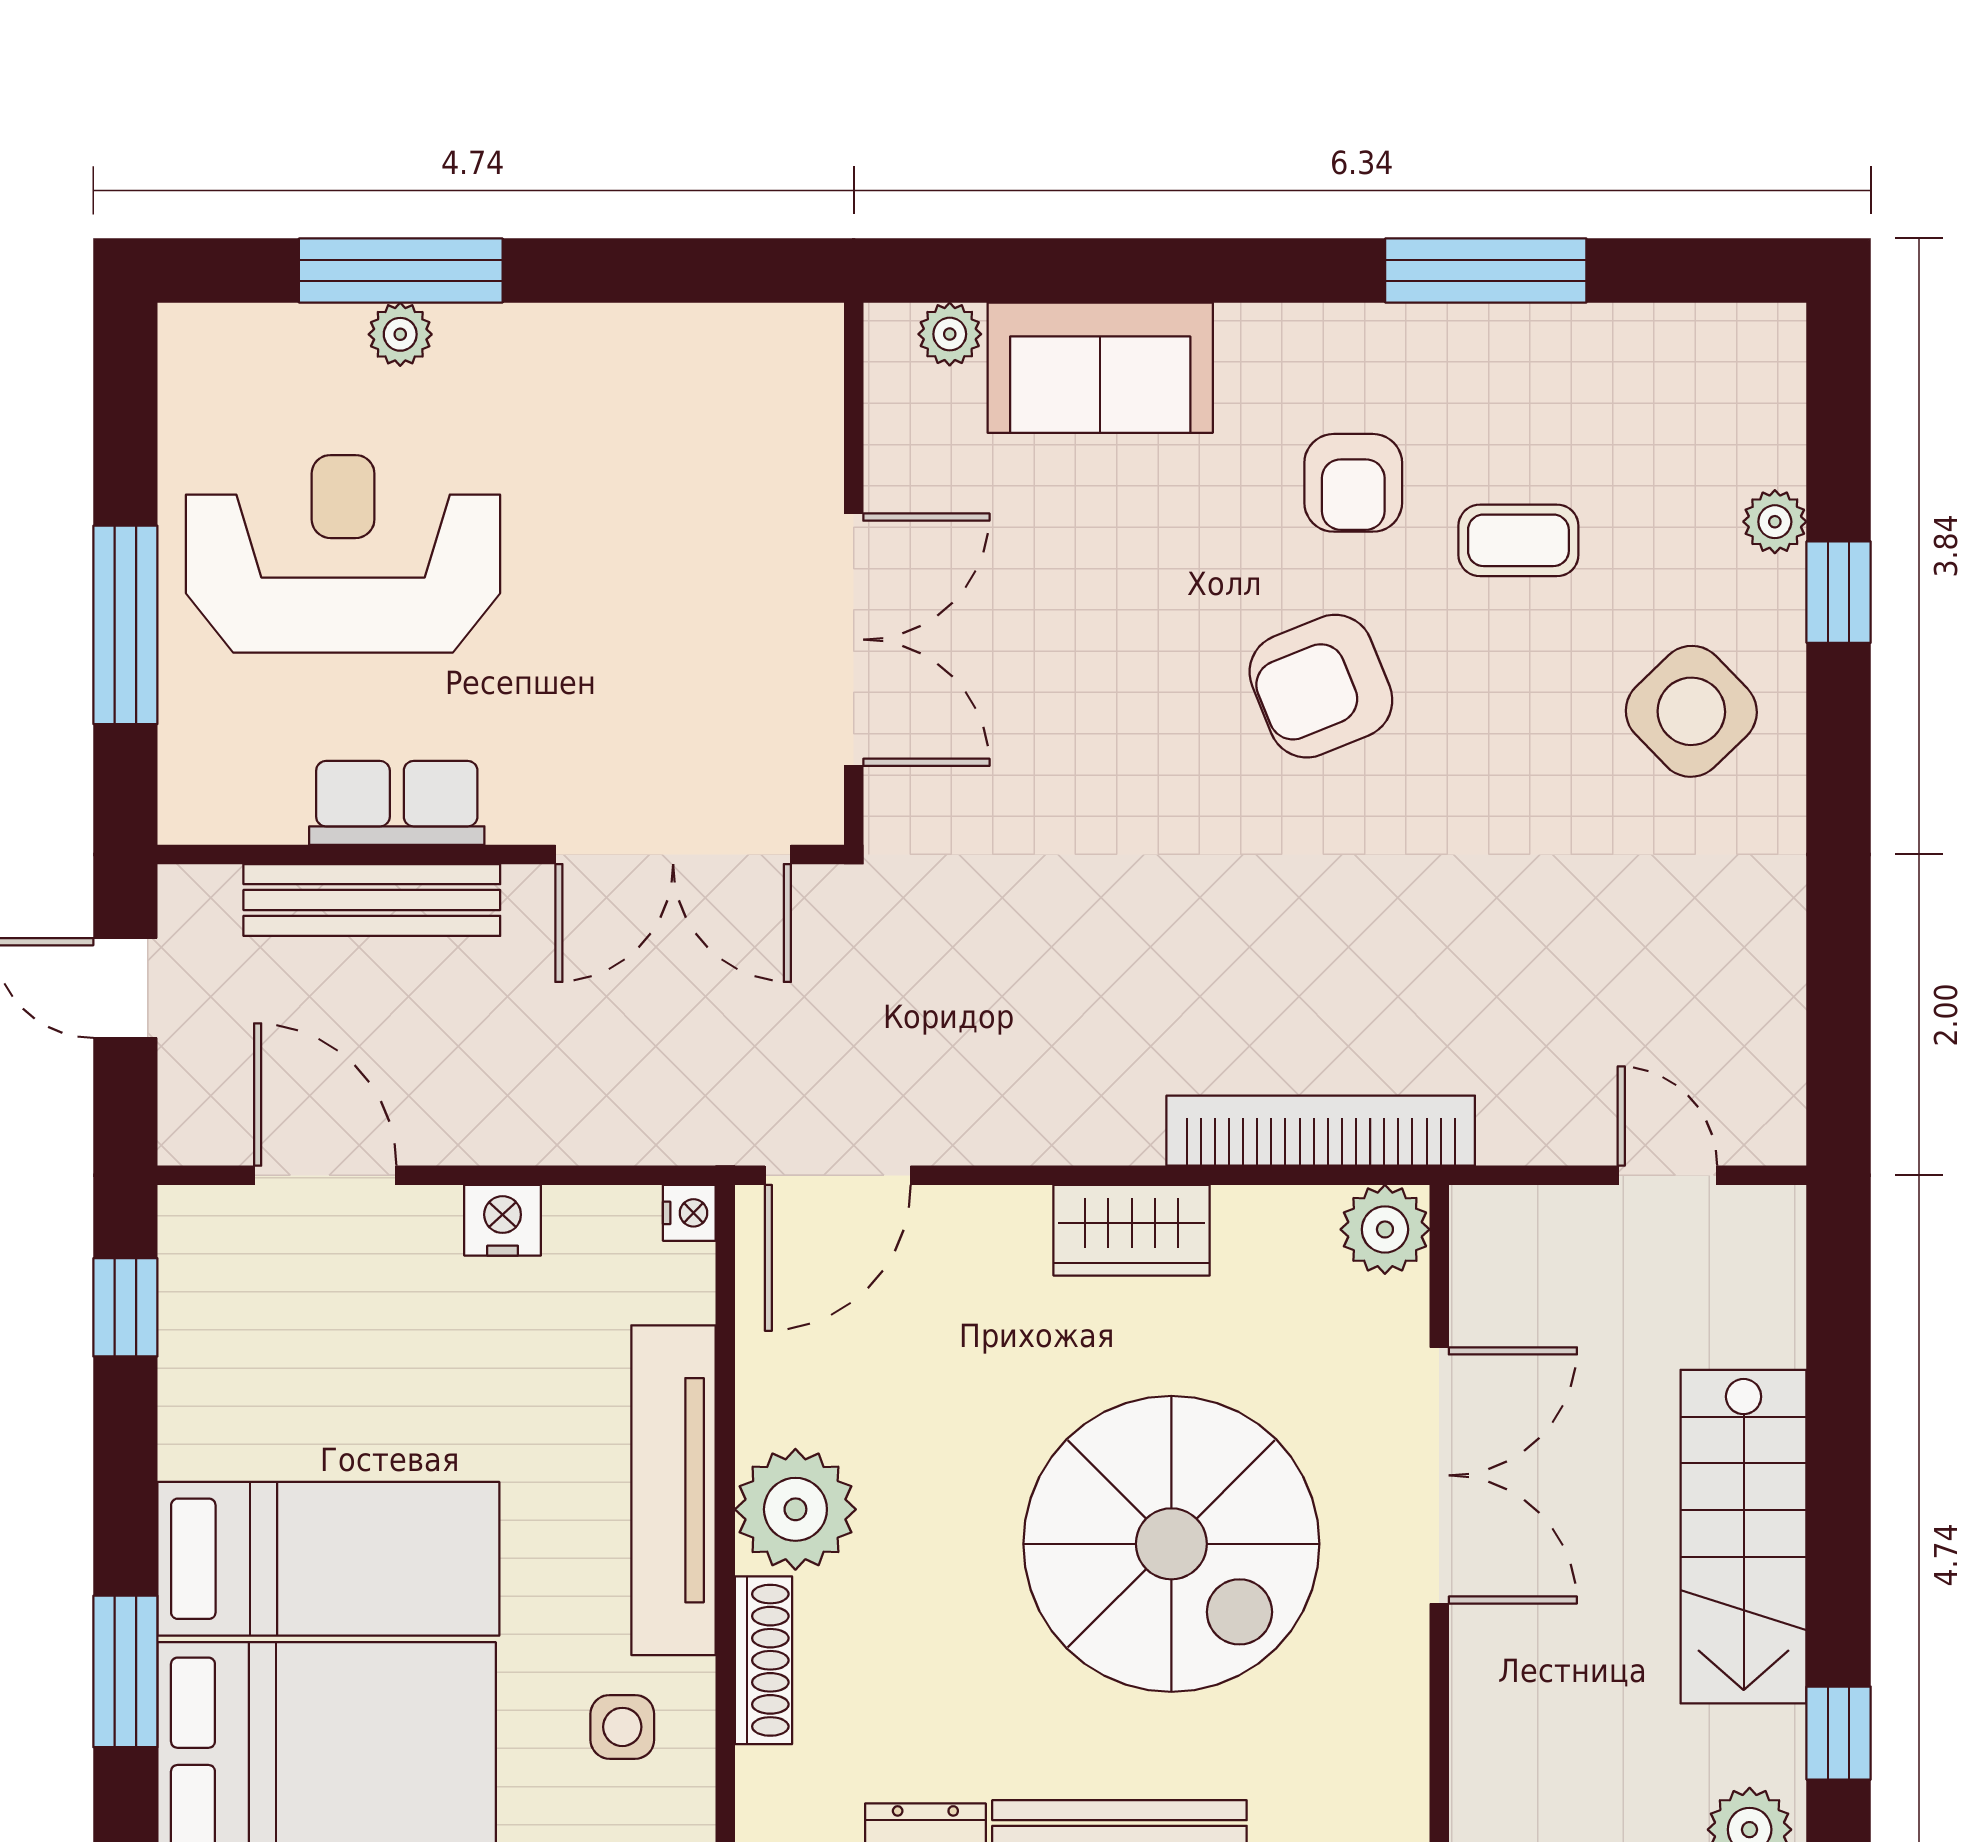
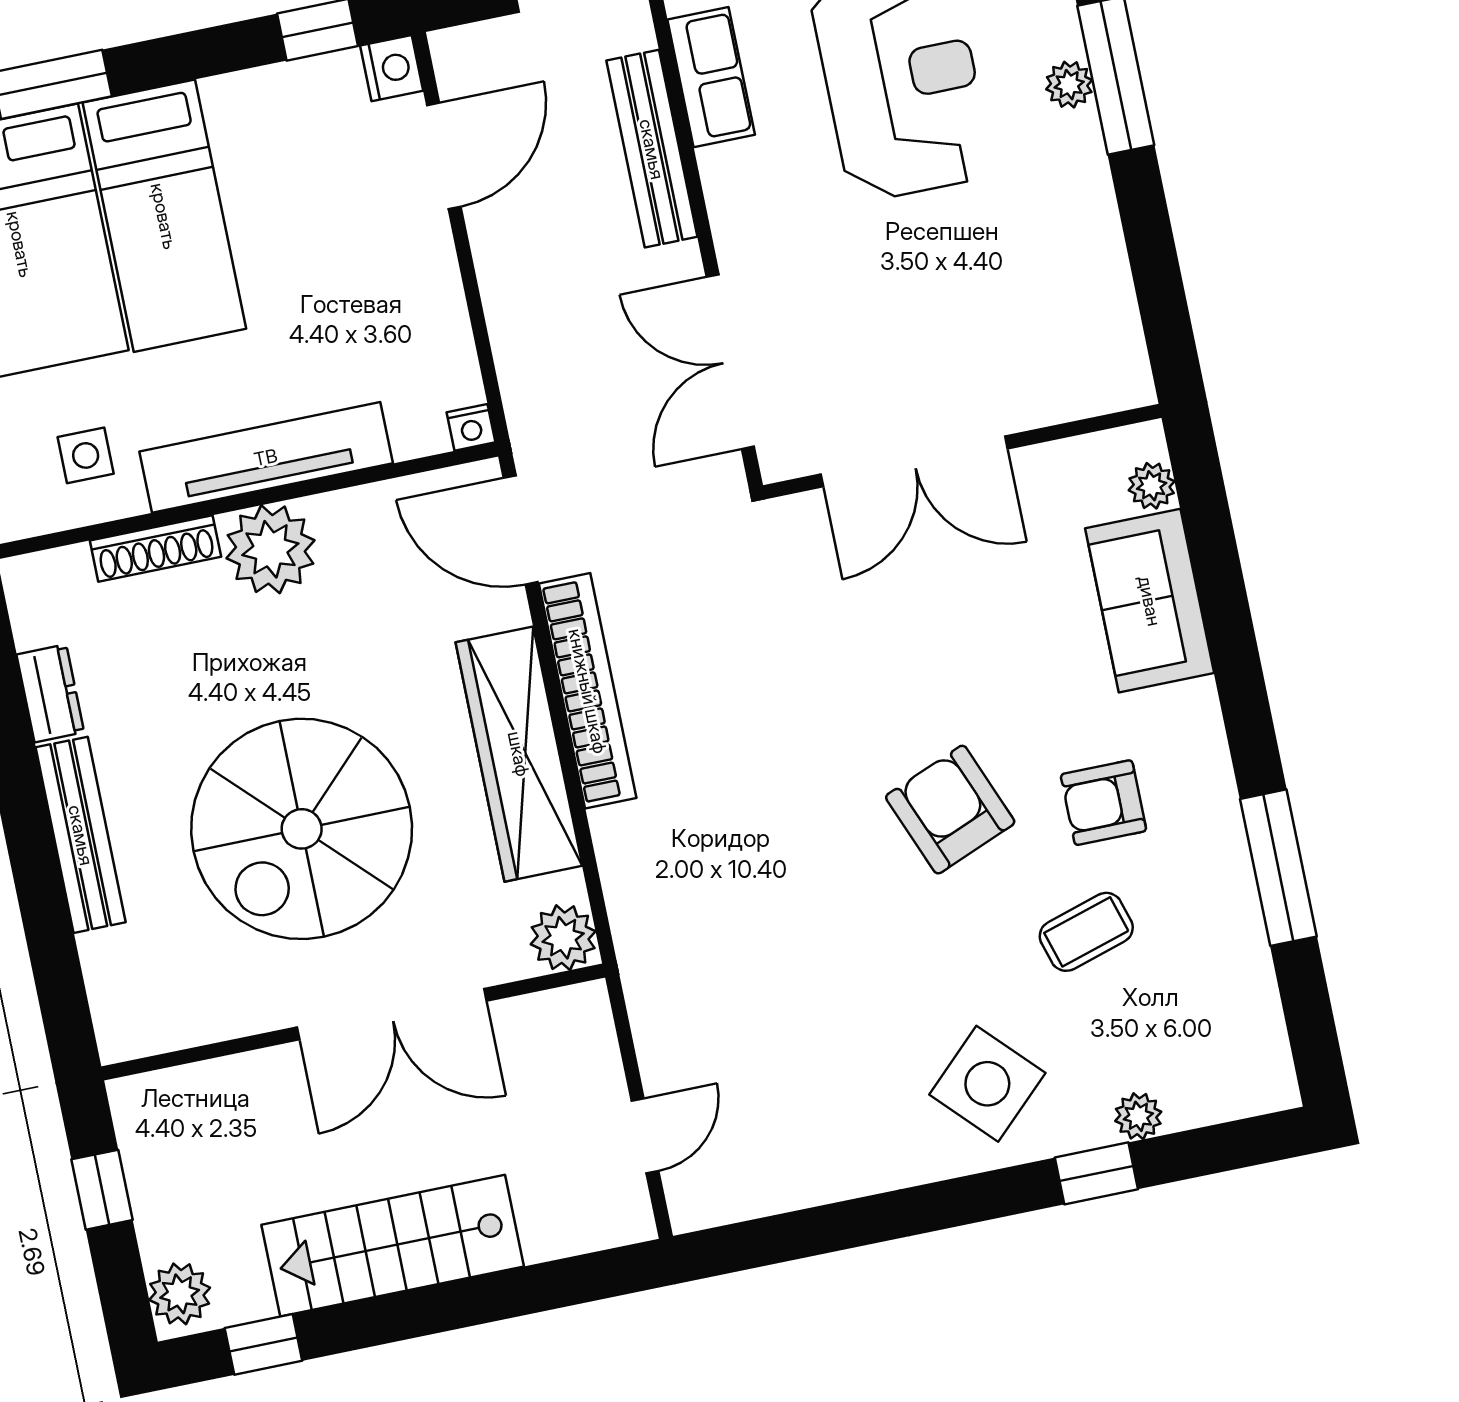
coffee table: (1518, 540) -> (1086, 932), turned 73
row of seats: (397, 803) -> (711, 77), moved
bookcase: (1321, 1131) -> (588, 691), moved
nightstand: (503, 1220) -> (392, 68), moved
wardrobe: (1132, 1230) -> (519, 754), width x2.10, depth x1.17

